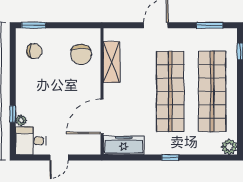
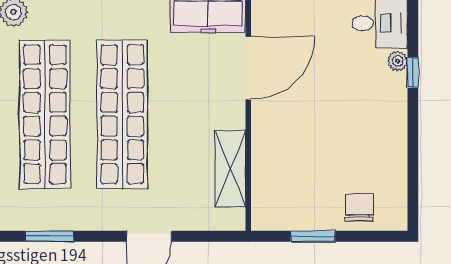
window: (34, 25) -> (313, 236), moved
chair: (34, 51) -> (359, 208), moved, turned 90
chair: (81, 54) -> (287, 182), removed

